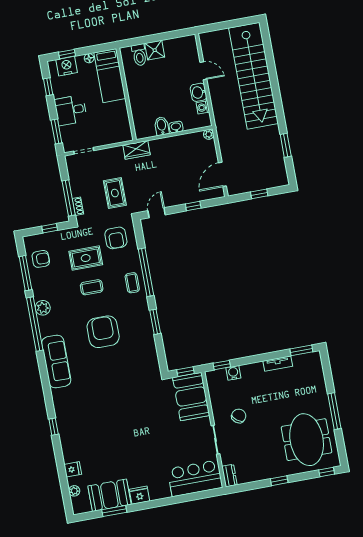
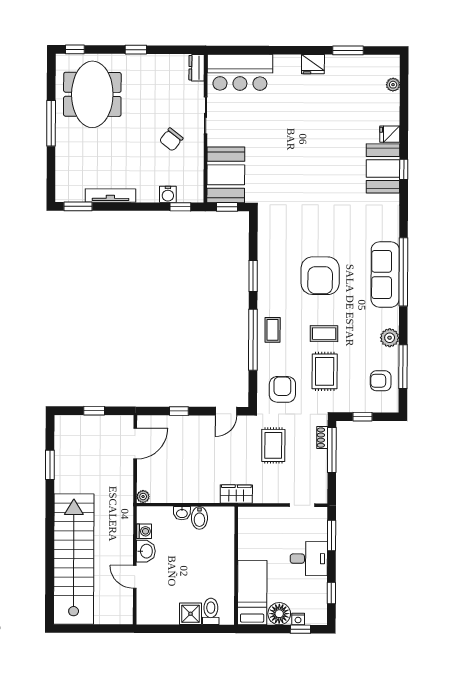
floor lamp: (89, 58) -> (279, 614), width x1.89, depth x1.89
nightstand: (67, 66) -> (298, 619), width x0.53, depth x0.56
rug: (86, 258) -> (325, 371), turned 90
plant: (43, 308) -> (390, 338), moved
window: (35, 324) -> (403, 272), moved
sofa: (56, 361) -> (385, 275), moved
tv unit: (278, 364) -> (110, 195), width x1.41
fridge: (73, 469) -> (390, 134), moved
booth: (109, 495) -> (383, 168), moved, turned 90

